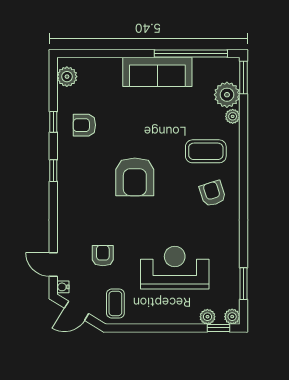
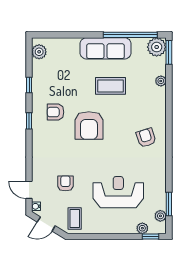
plant: (227, 95) -> (157, 47), moved
armchair: (84, 125) -> (55, 112), moved
coffee table: (206, 151) -> (111, 86), moved
plant: (232, 317) -> (160, 216), moved

